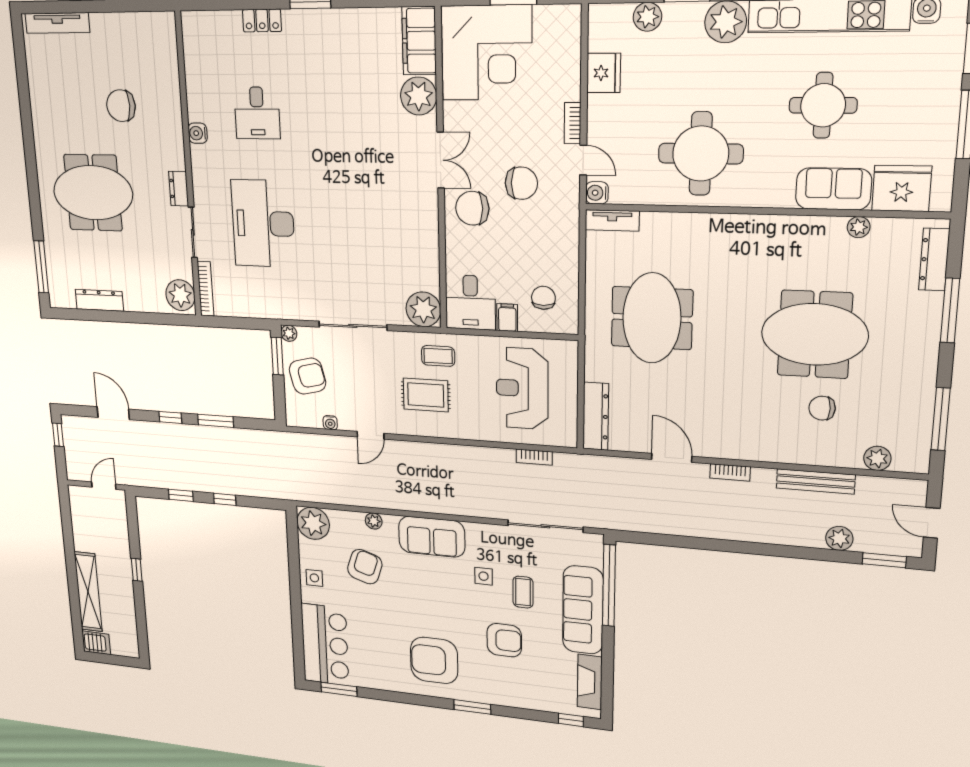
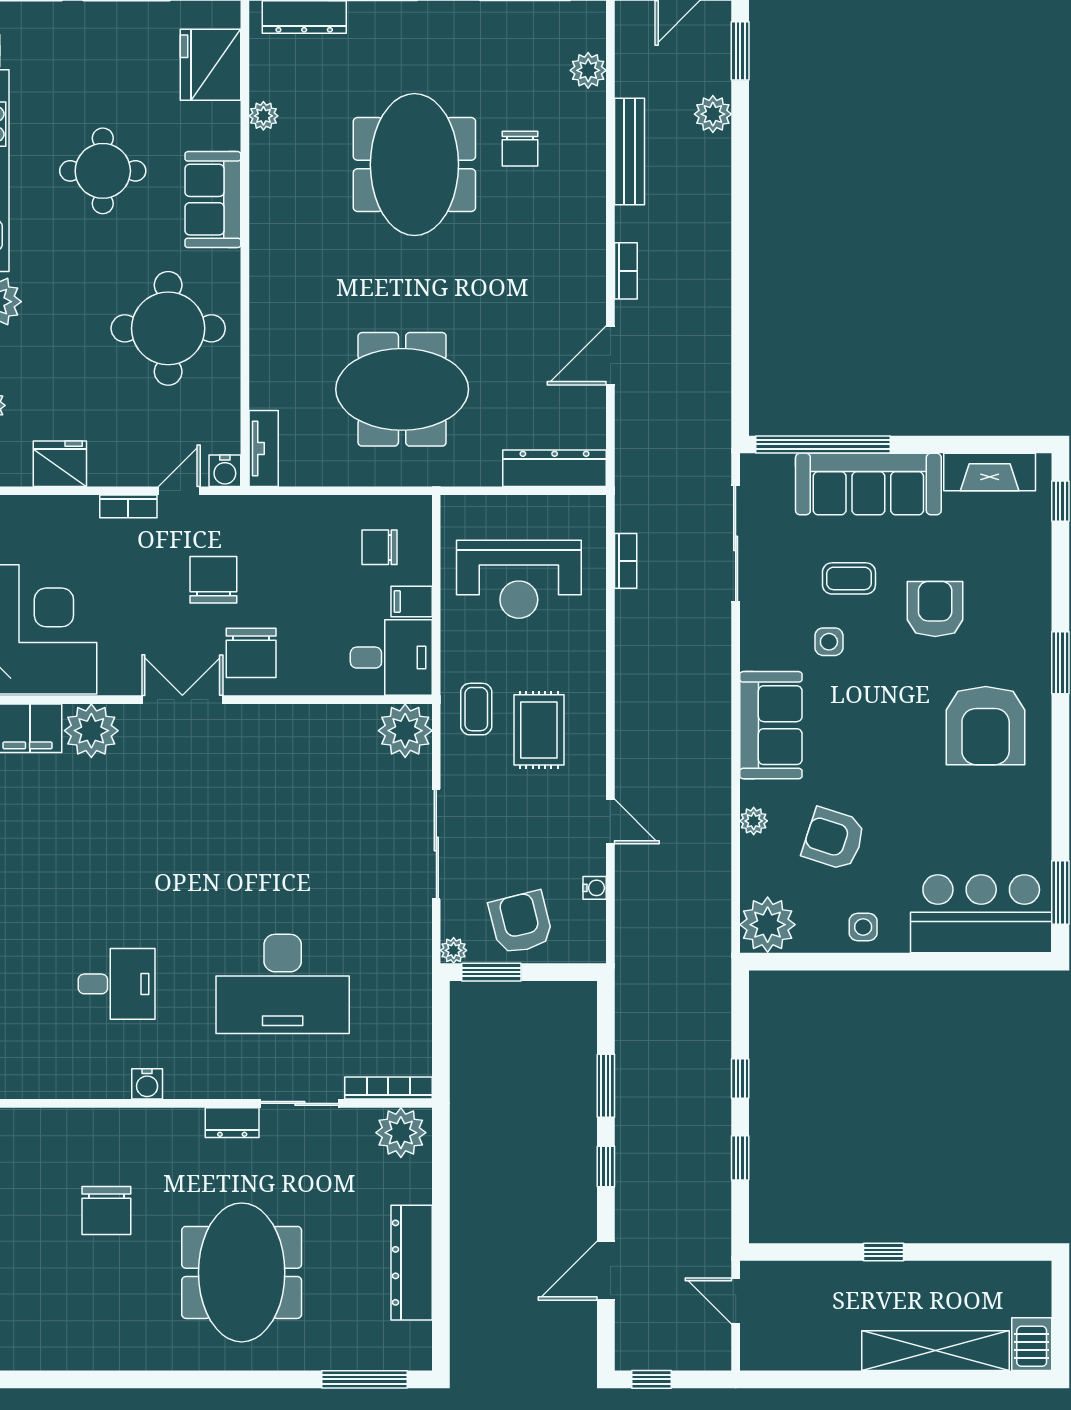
sofa: (833, 189) -> (213, 200), moved
dresser: (99, 300) -> (412, 1263), width x1.37, depth x1.24

